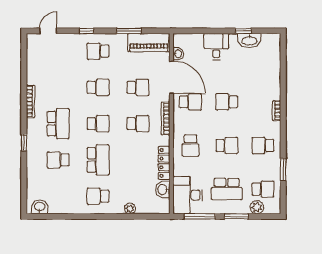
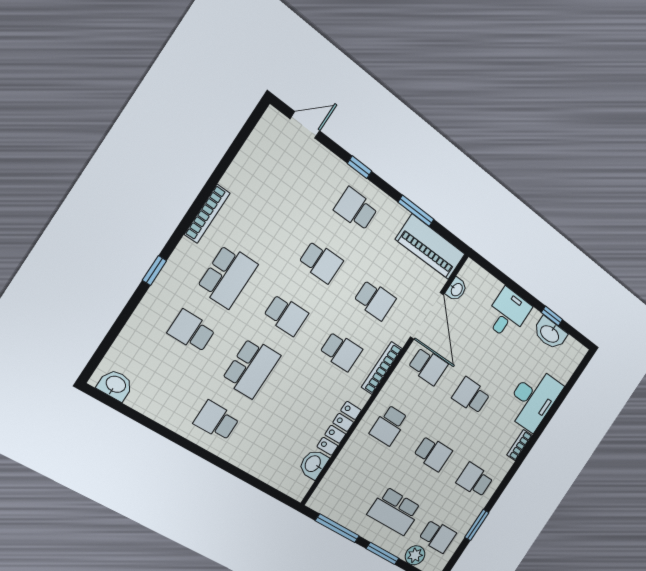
desk: (188, 195) -> (533, 399), moved, turned 180
plant: (130, 208) -> (251, 465), removed

